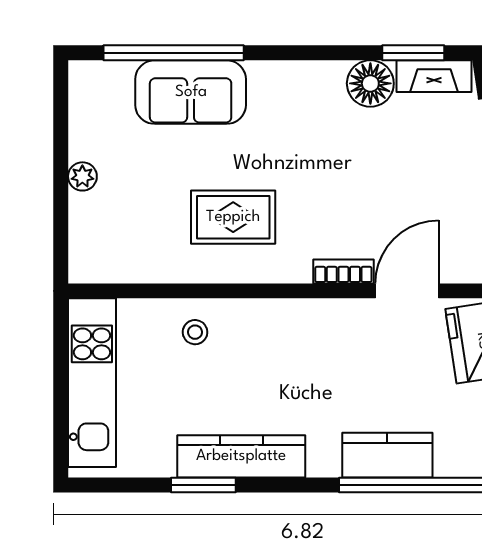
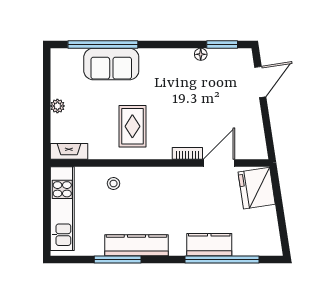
fireplace: (434, 76) -> (69, 151), moved, turned 180
floor lamp: (370, 83) -> (201, 54), width x0.53, depth x0.53
rug: (233, 217) -> (132, 126), turned 90
window: (203, 485) -> (118, 260), width x1.44

